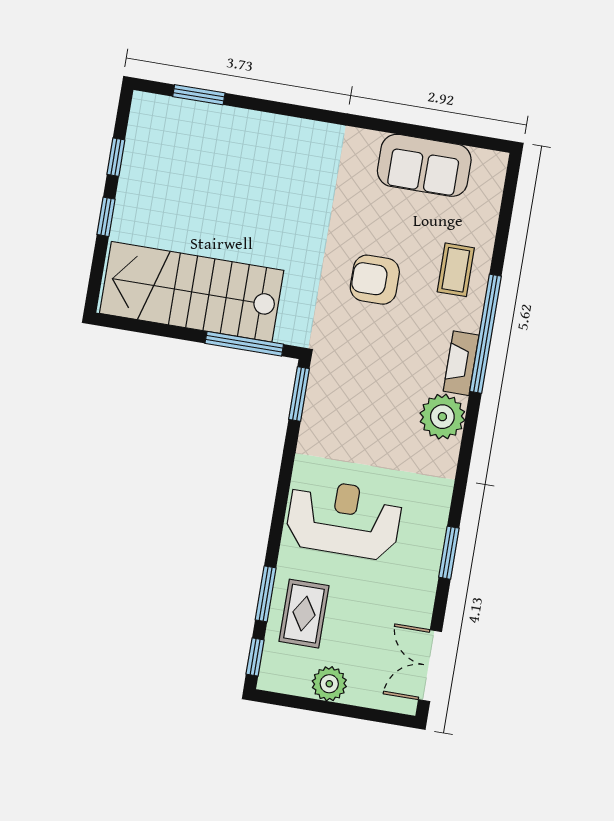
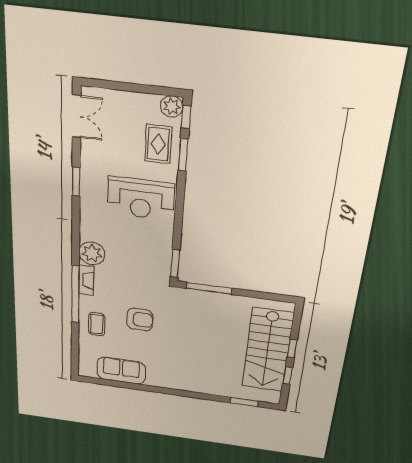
stairs: (192, 292) -> (267, 350), moved, turned 90
plant: (329, 684) -> (172, 107), moved

